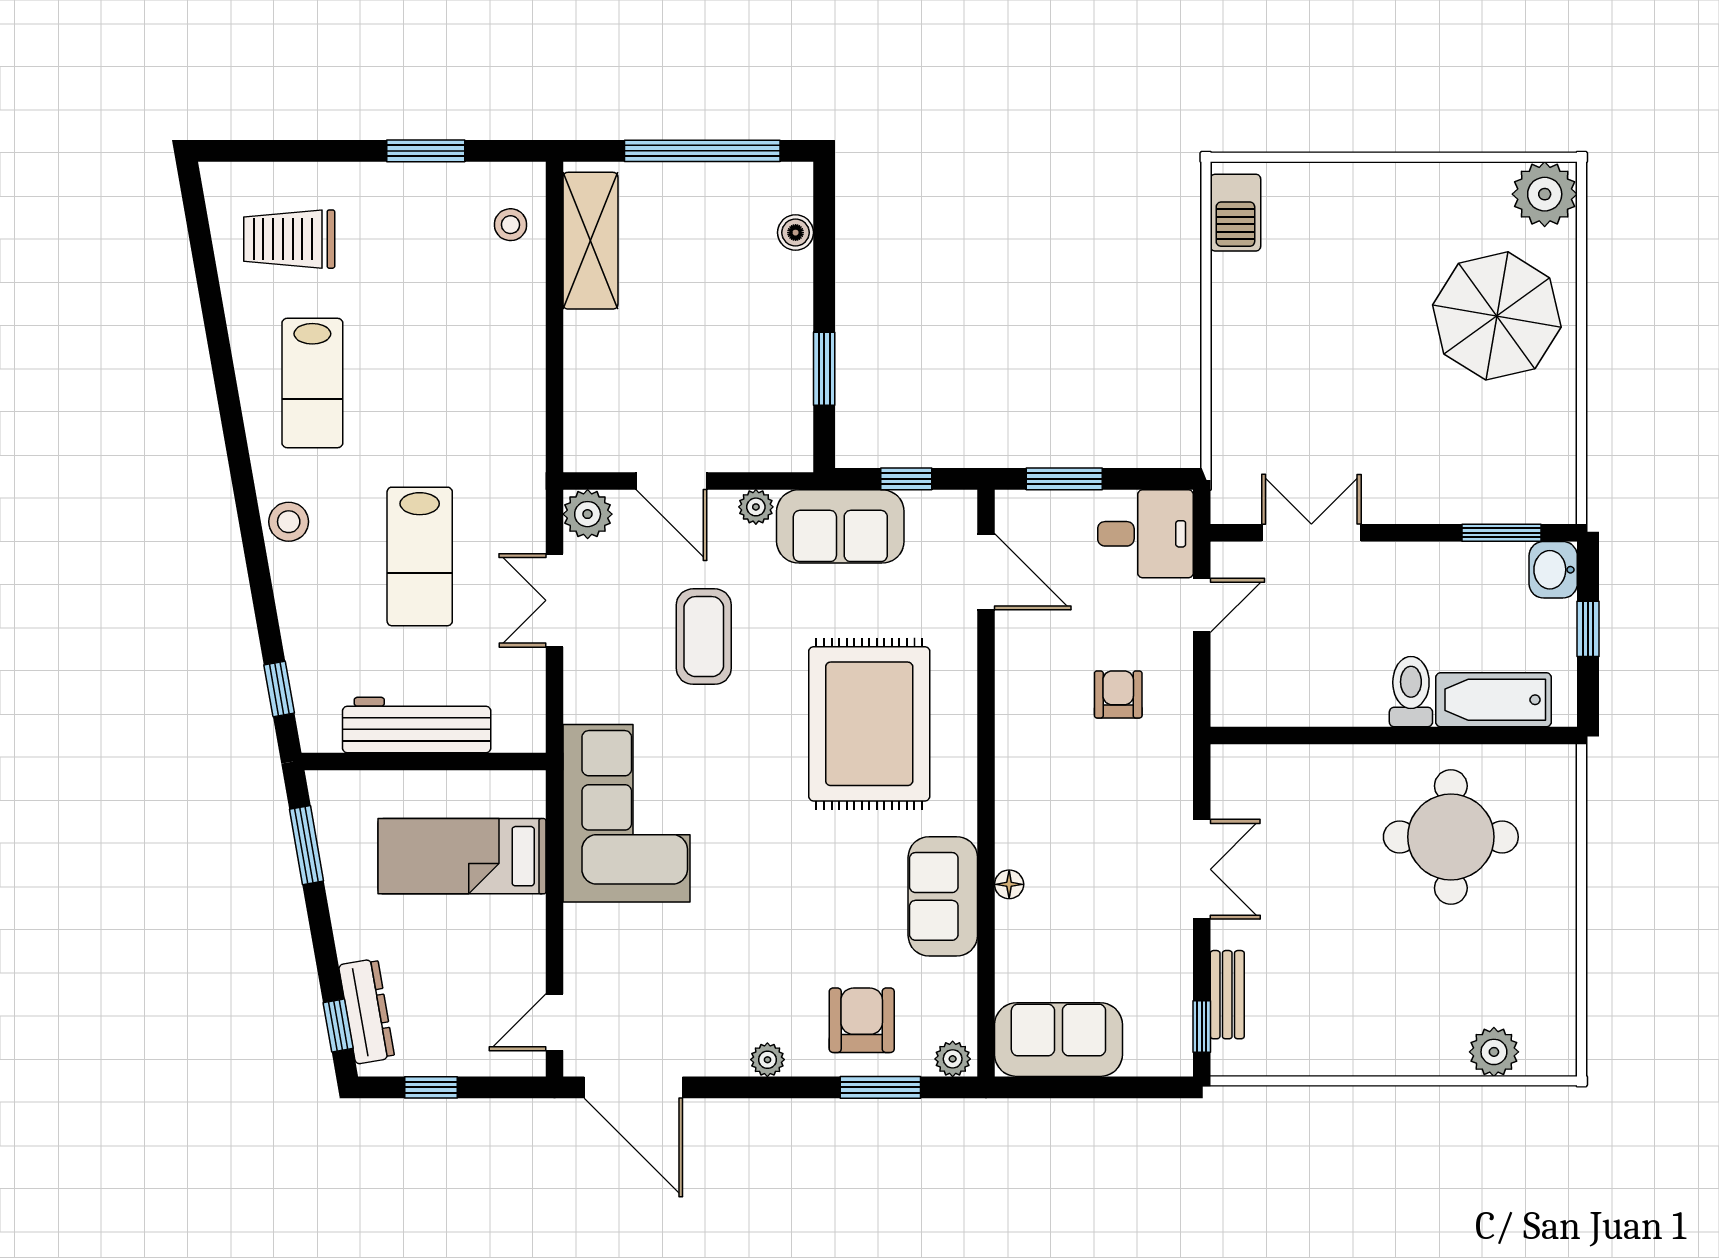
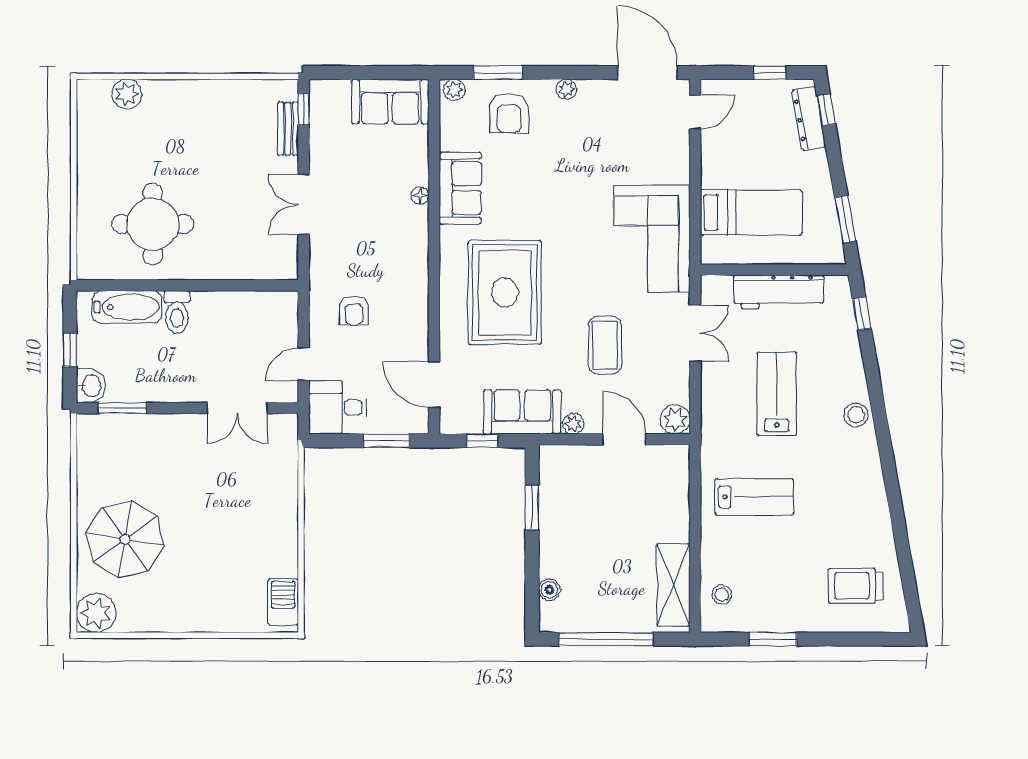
trolley: (289, 239) -> (856, 586), turned 180
lab bench: (312, 383) -> (754, 497), moved, turned 90
double door: (554, 600) -> (695, 333), moved

